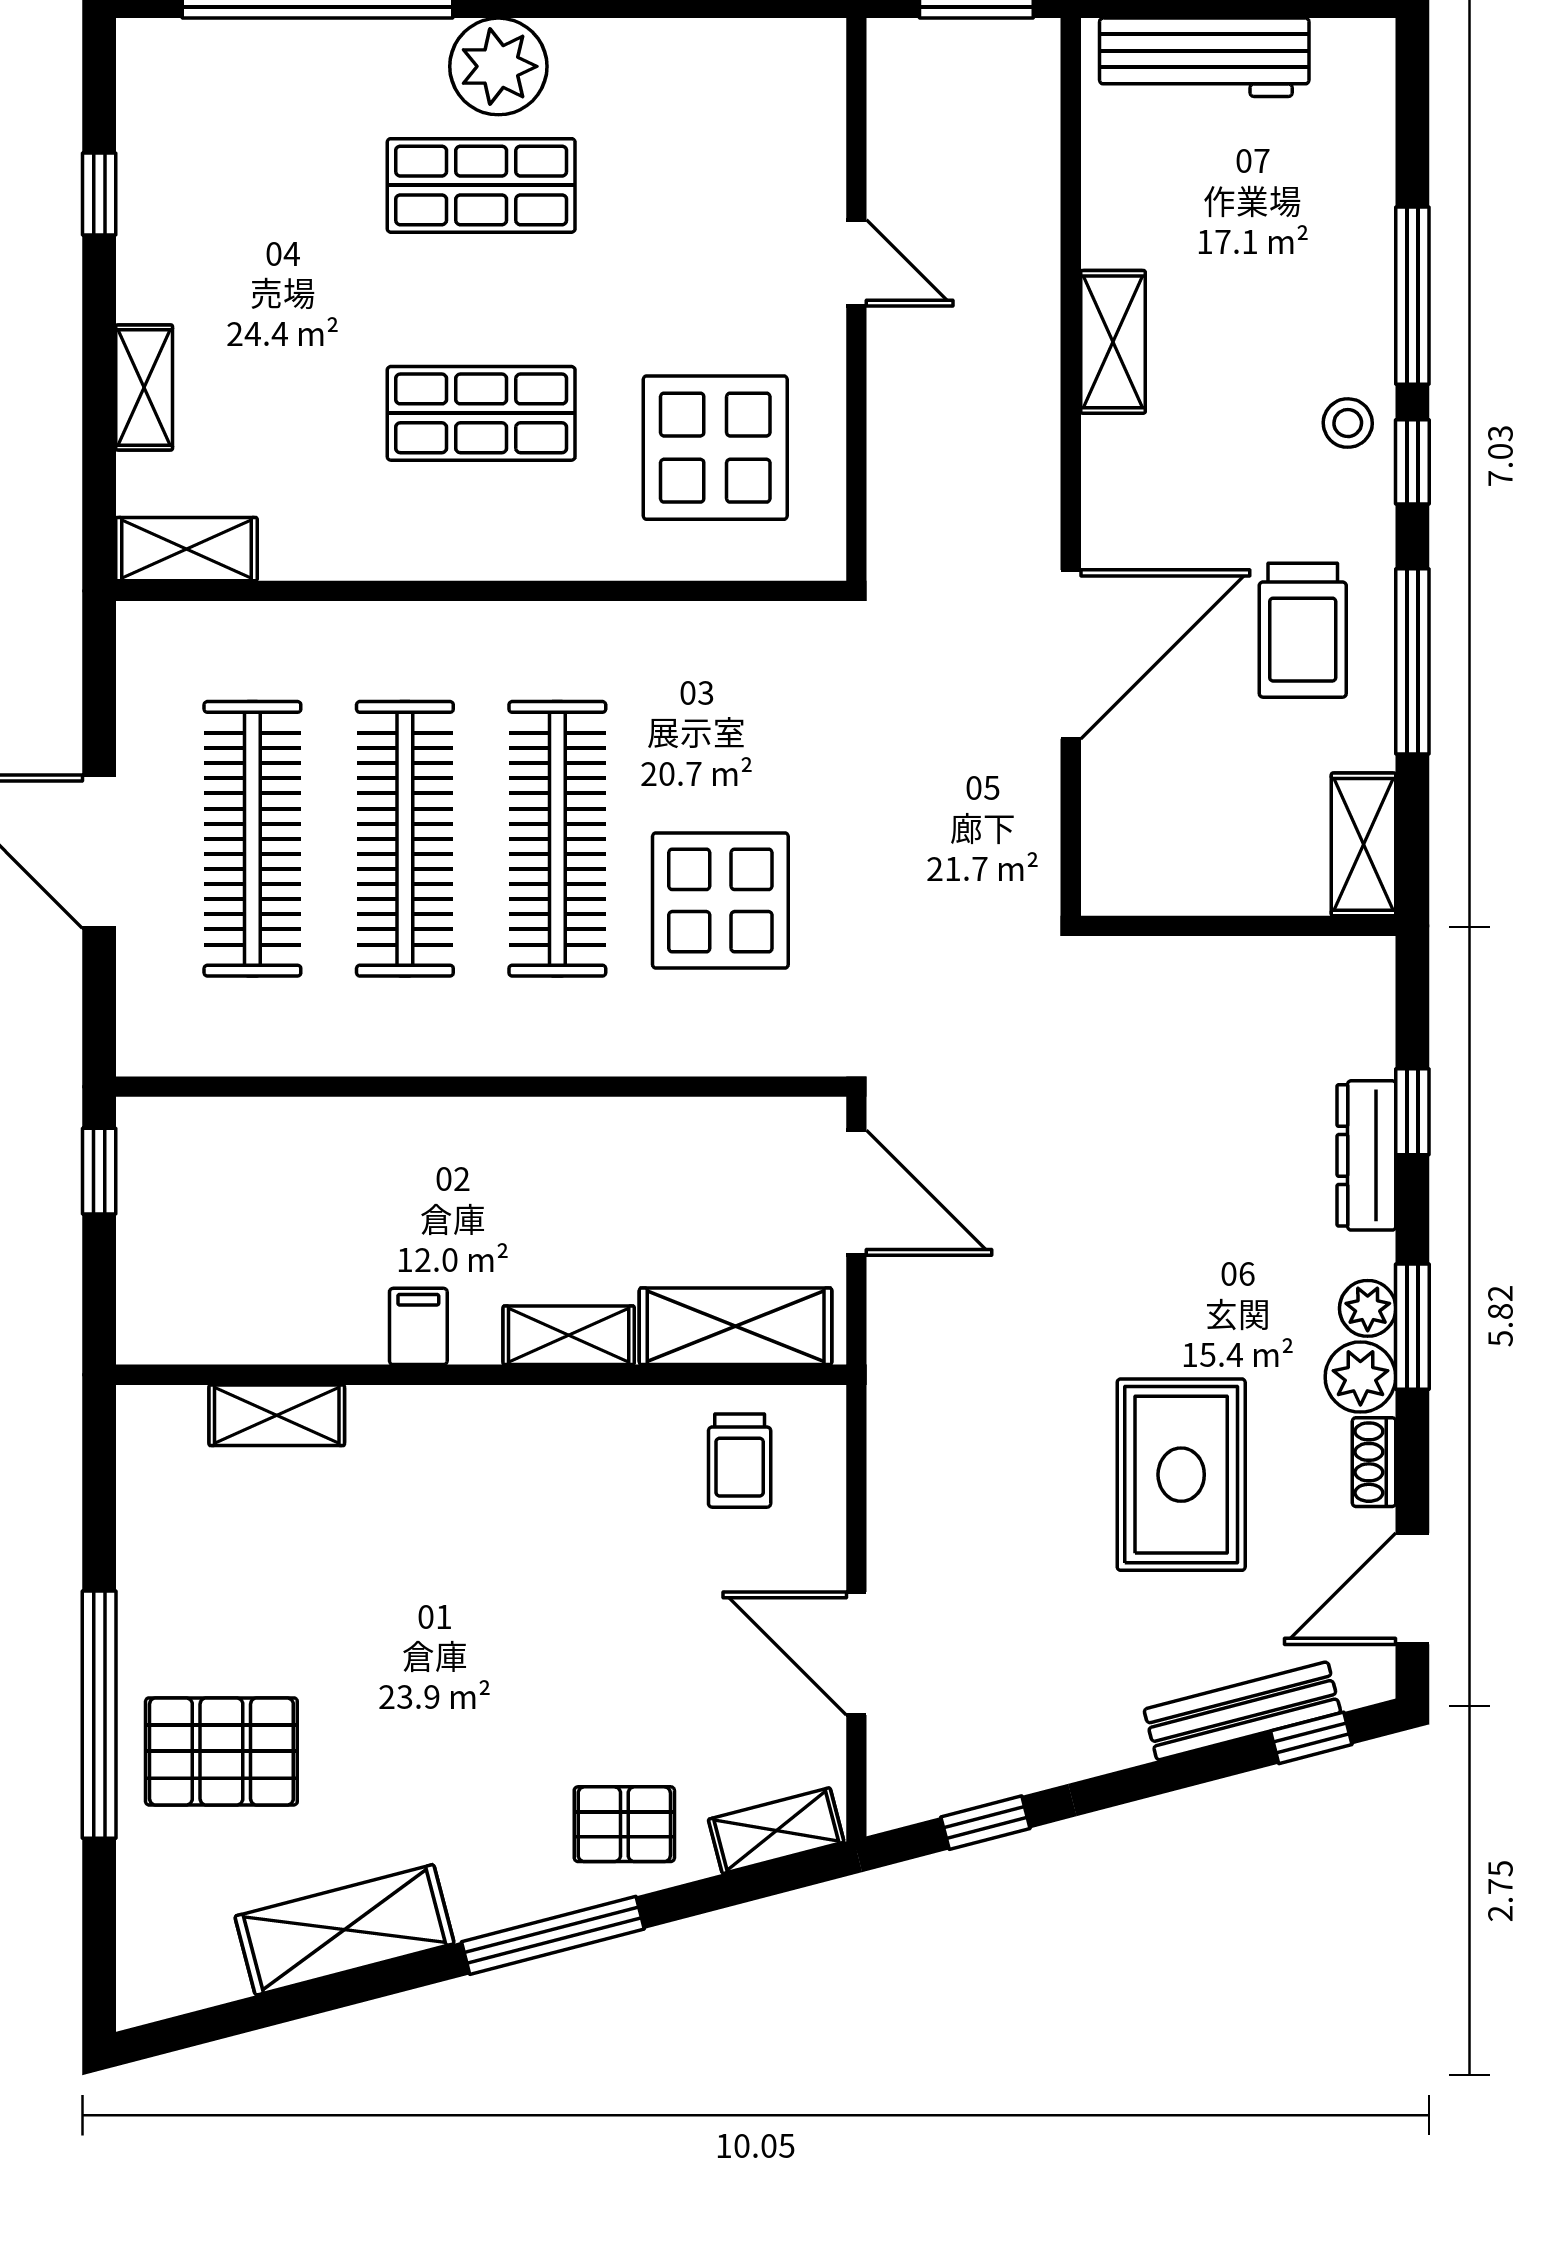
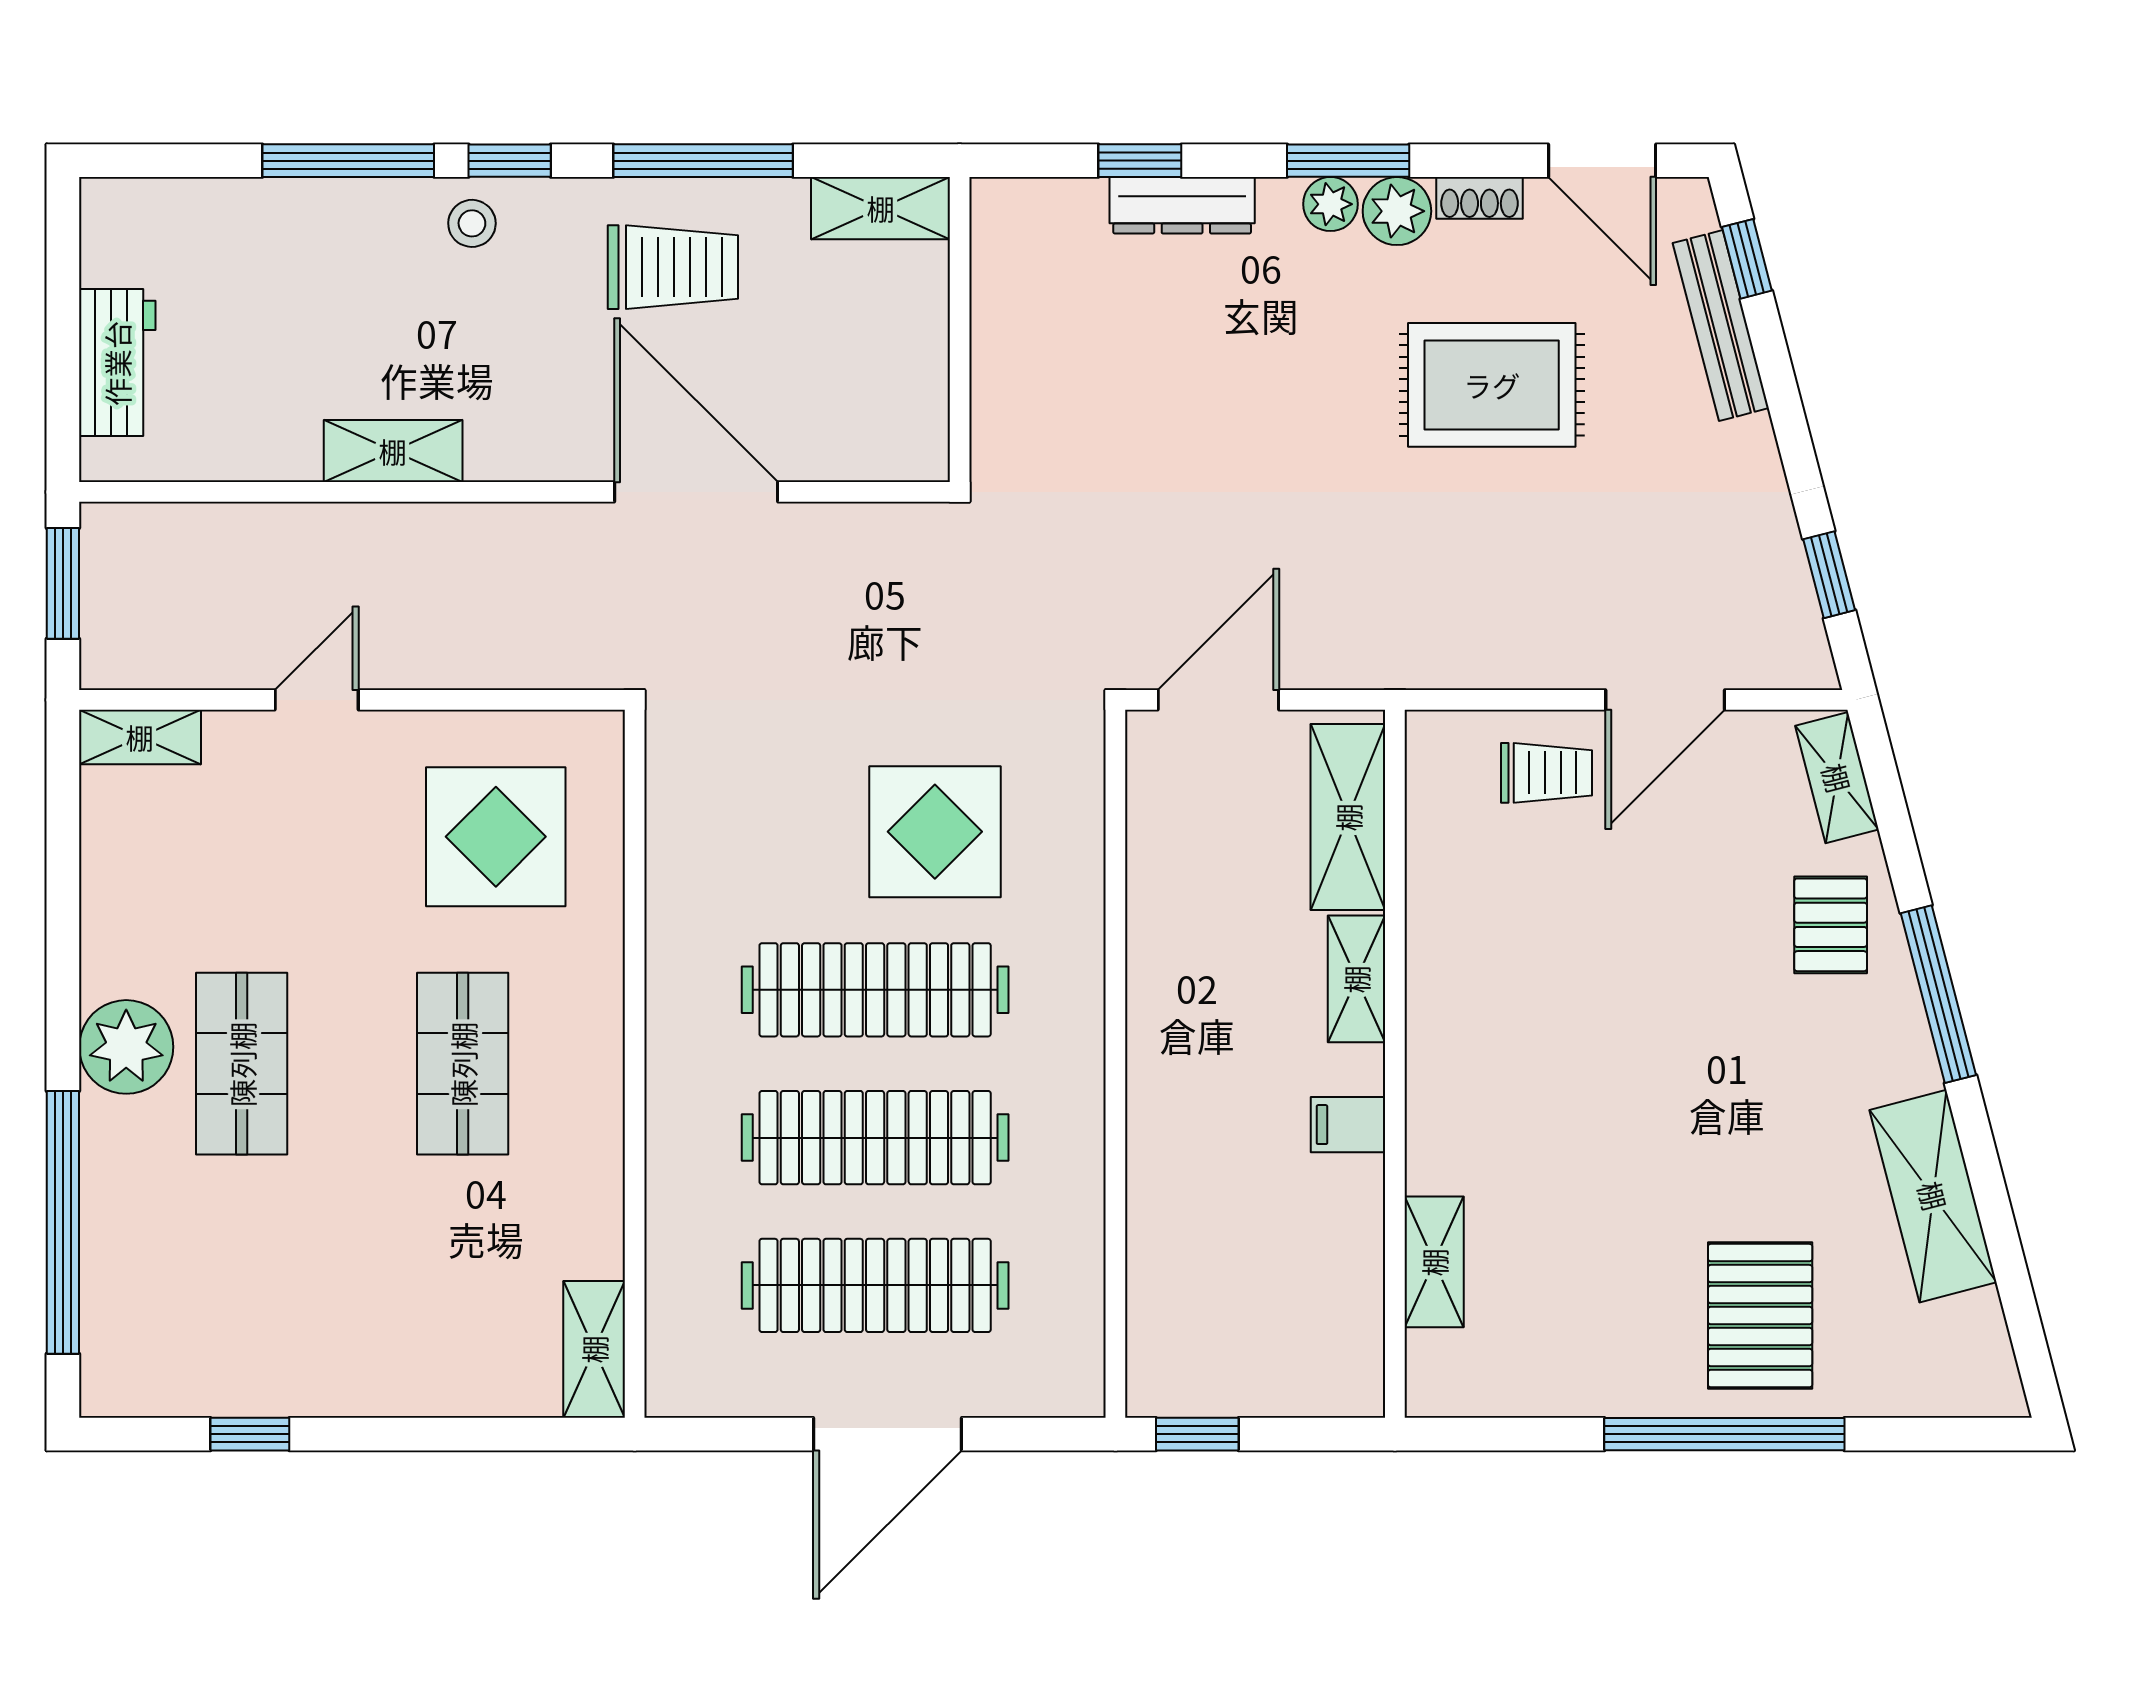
workbench: (1204, 57) -> (117, 363), width x0.73
shelving: (144, 387) -> (140, 737), moved
trolley: (740, 1461) -> (1546, 773), moved

